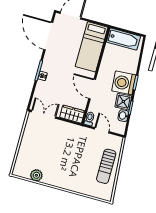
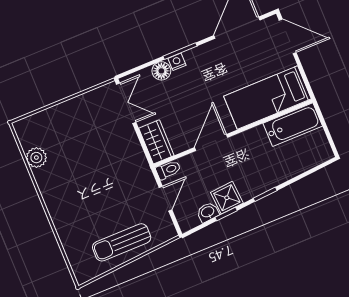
bathtub: (123, 39) -> (293, 125), moved, turned -90
washing machine: (124, 83) -> (253, 179), removed
floor lamp: (41, 86) -> (161, 71), added

